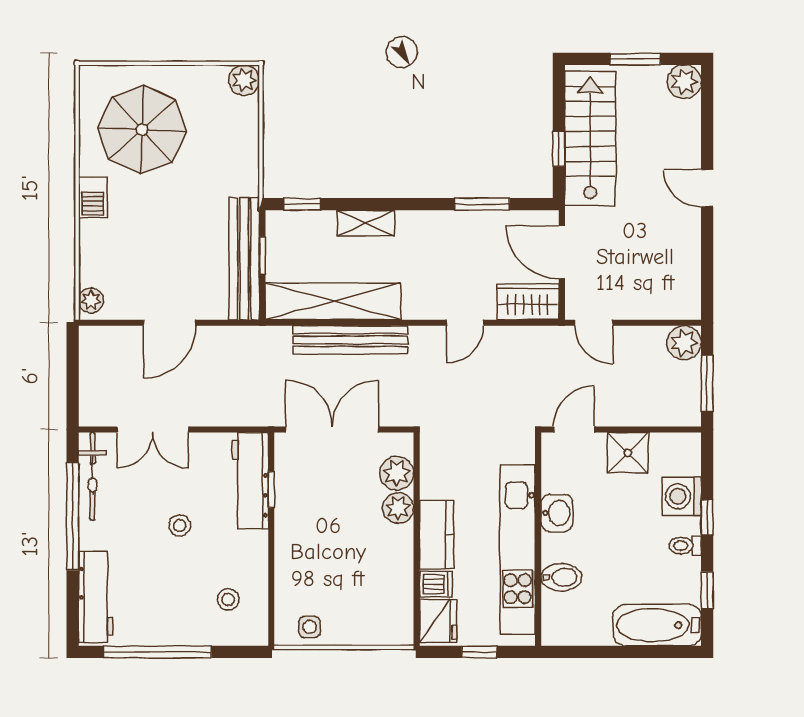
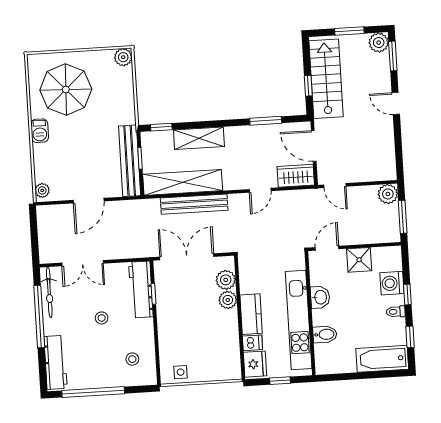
window: (707, 106) -> (393, 56), added
shelving: (366, 223) -> (199, 138), width x1.50, depth x1.33

